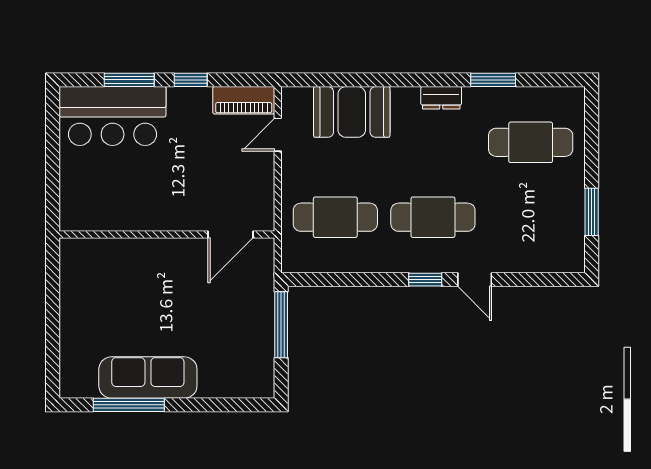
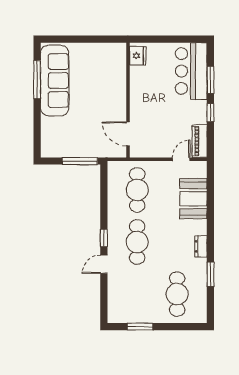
door: (278, 135) -> (181, 159), hinge flipped
fridge: (84, 216) -> (138, 56), added
sofa: (148, 378) -> (55, 81), width x1.36, depth x1.27

